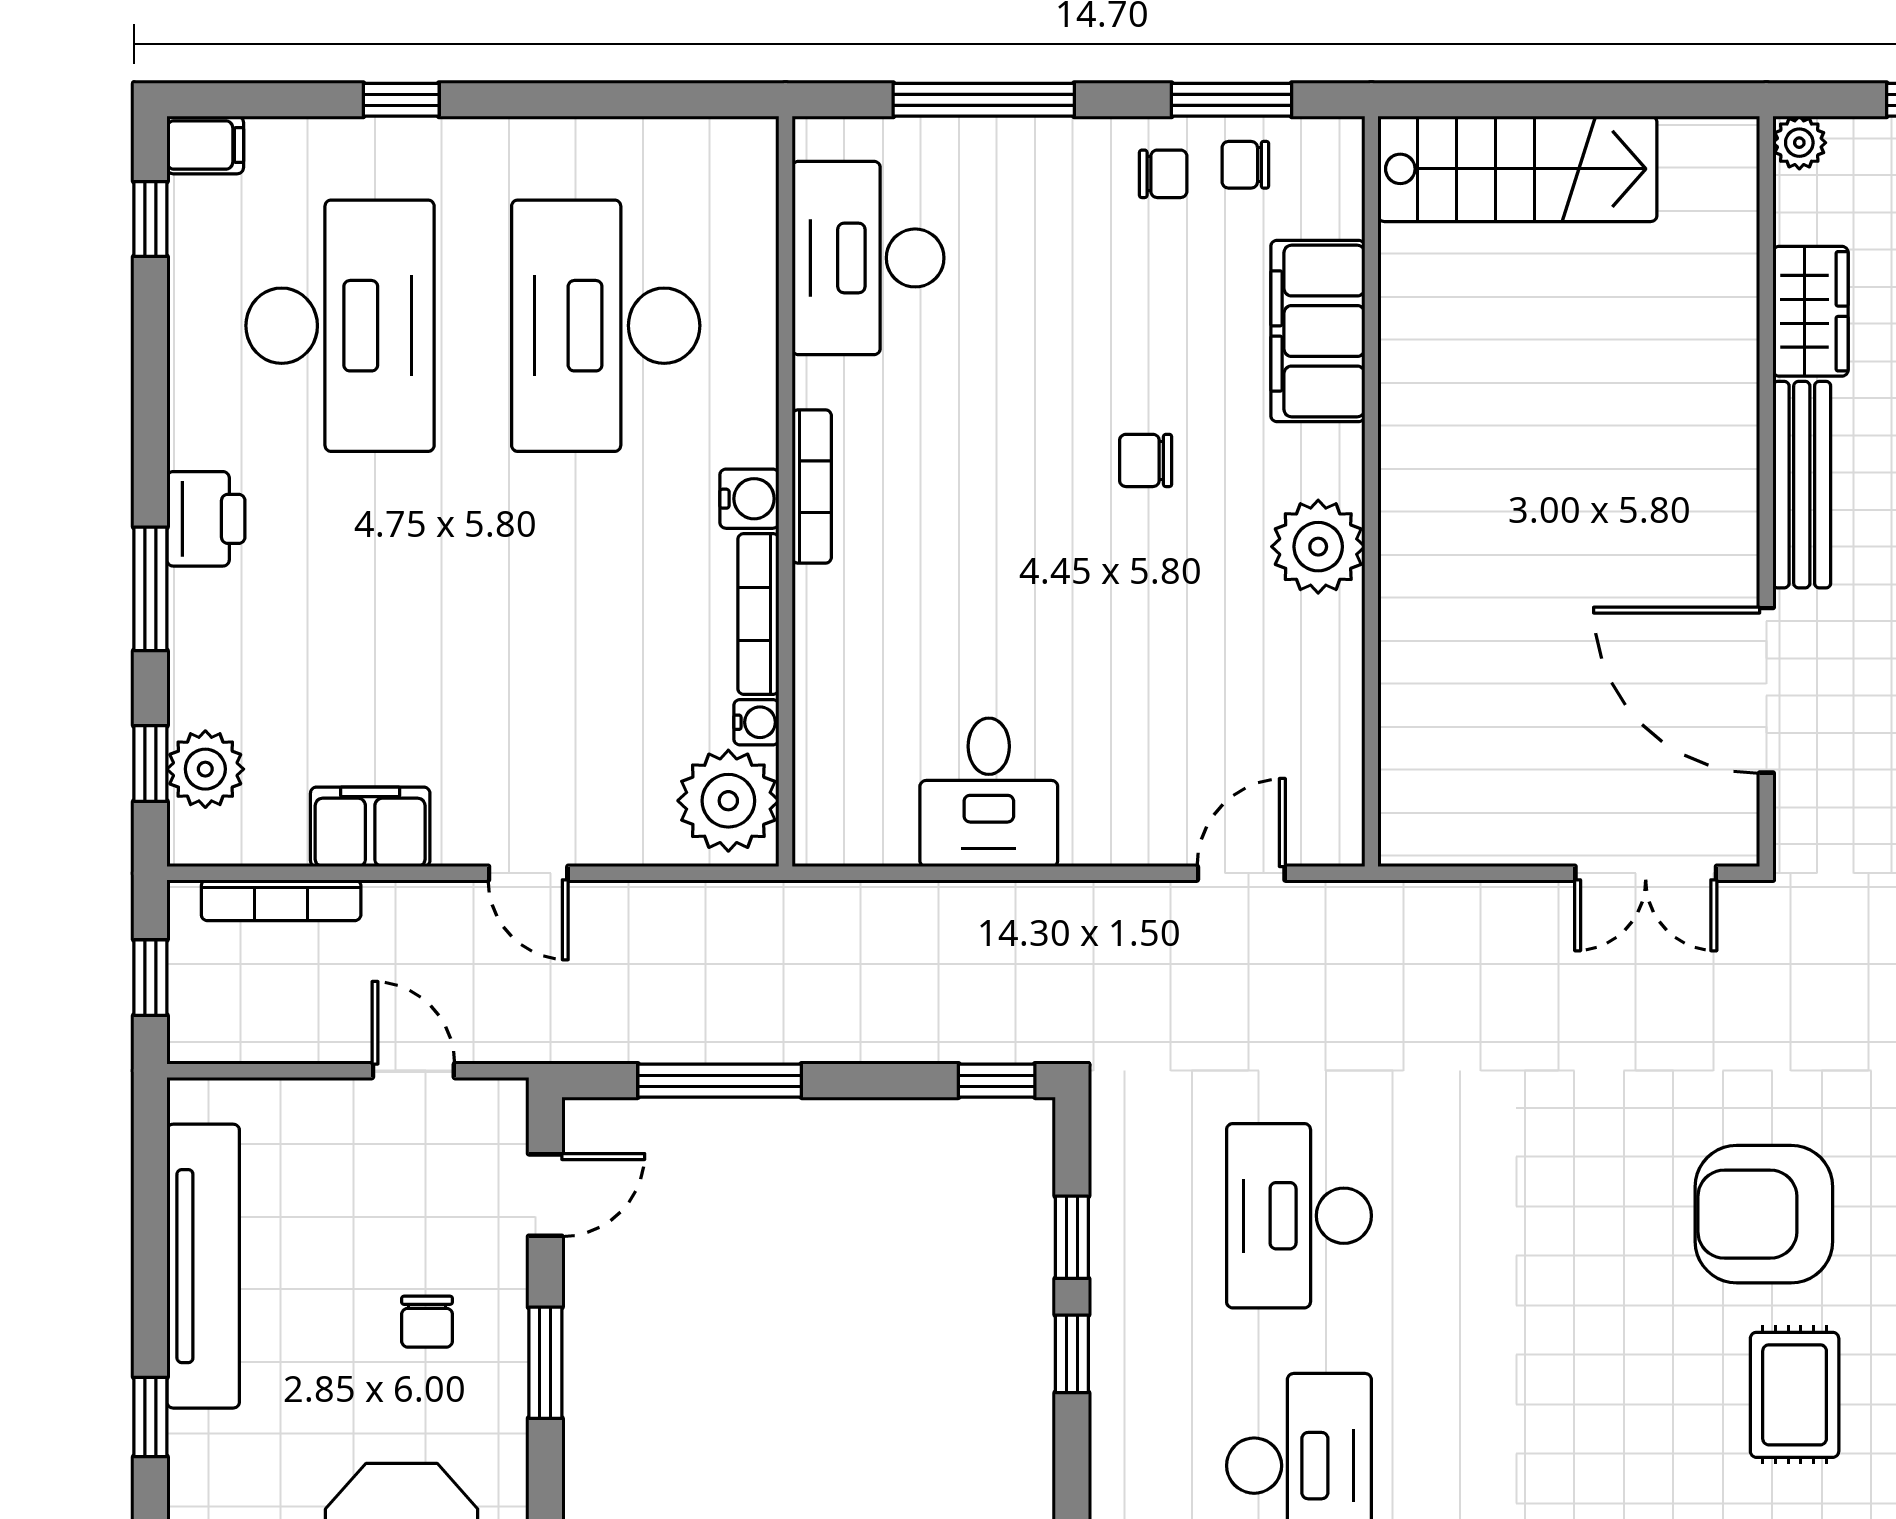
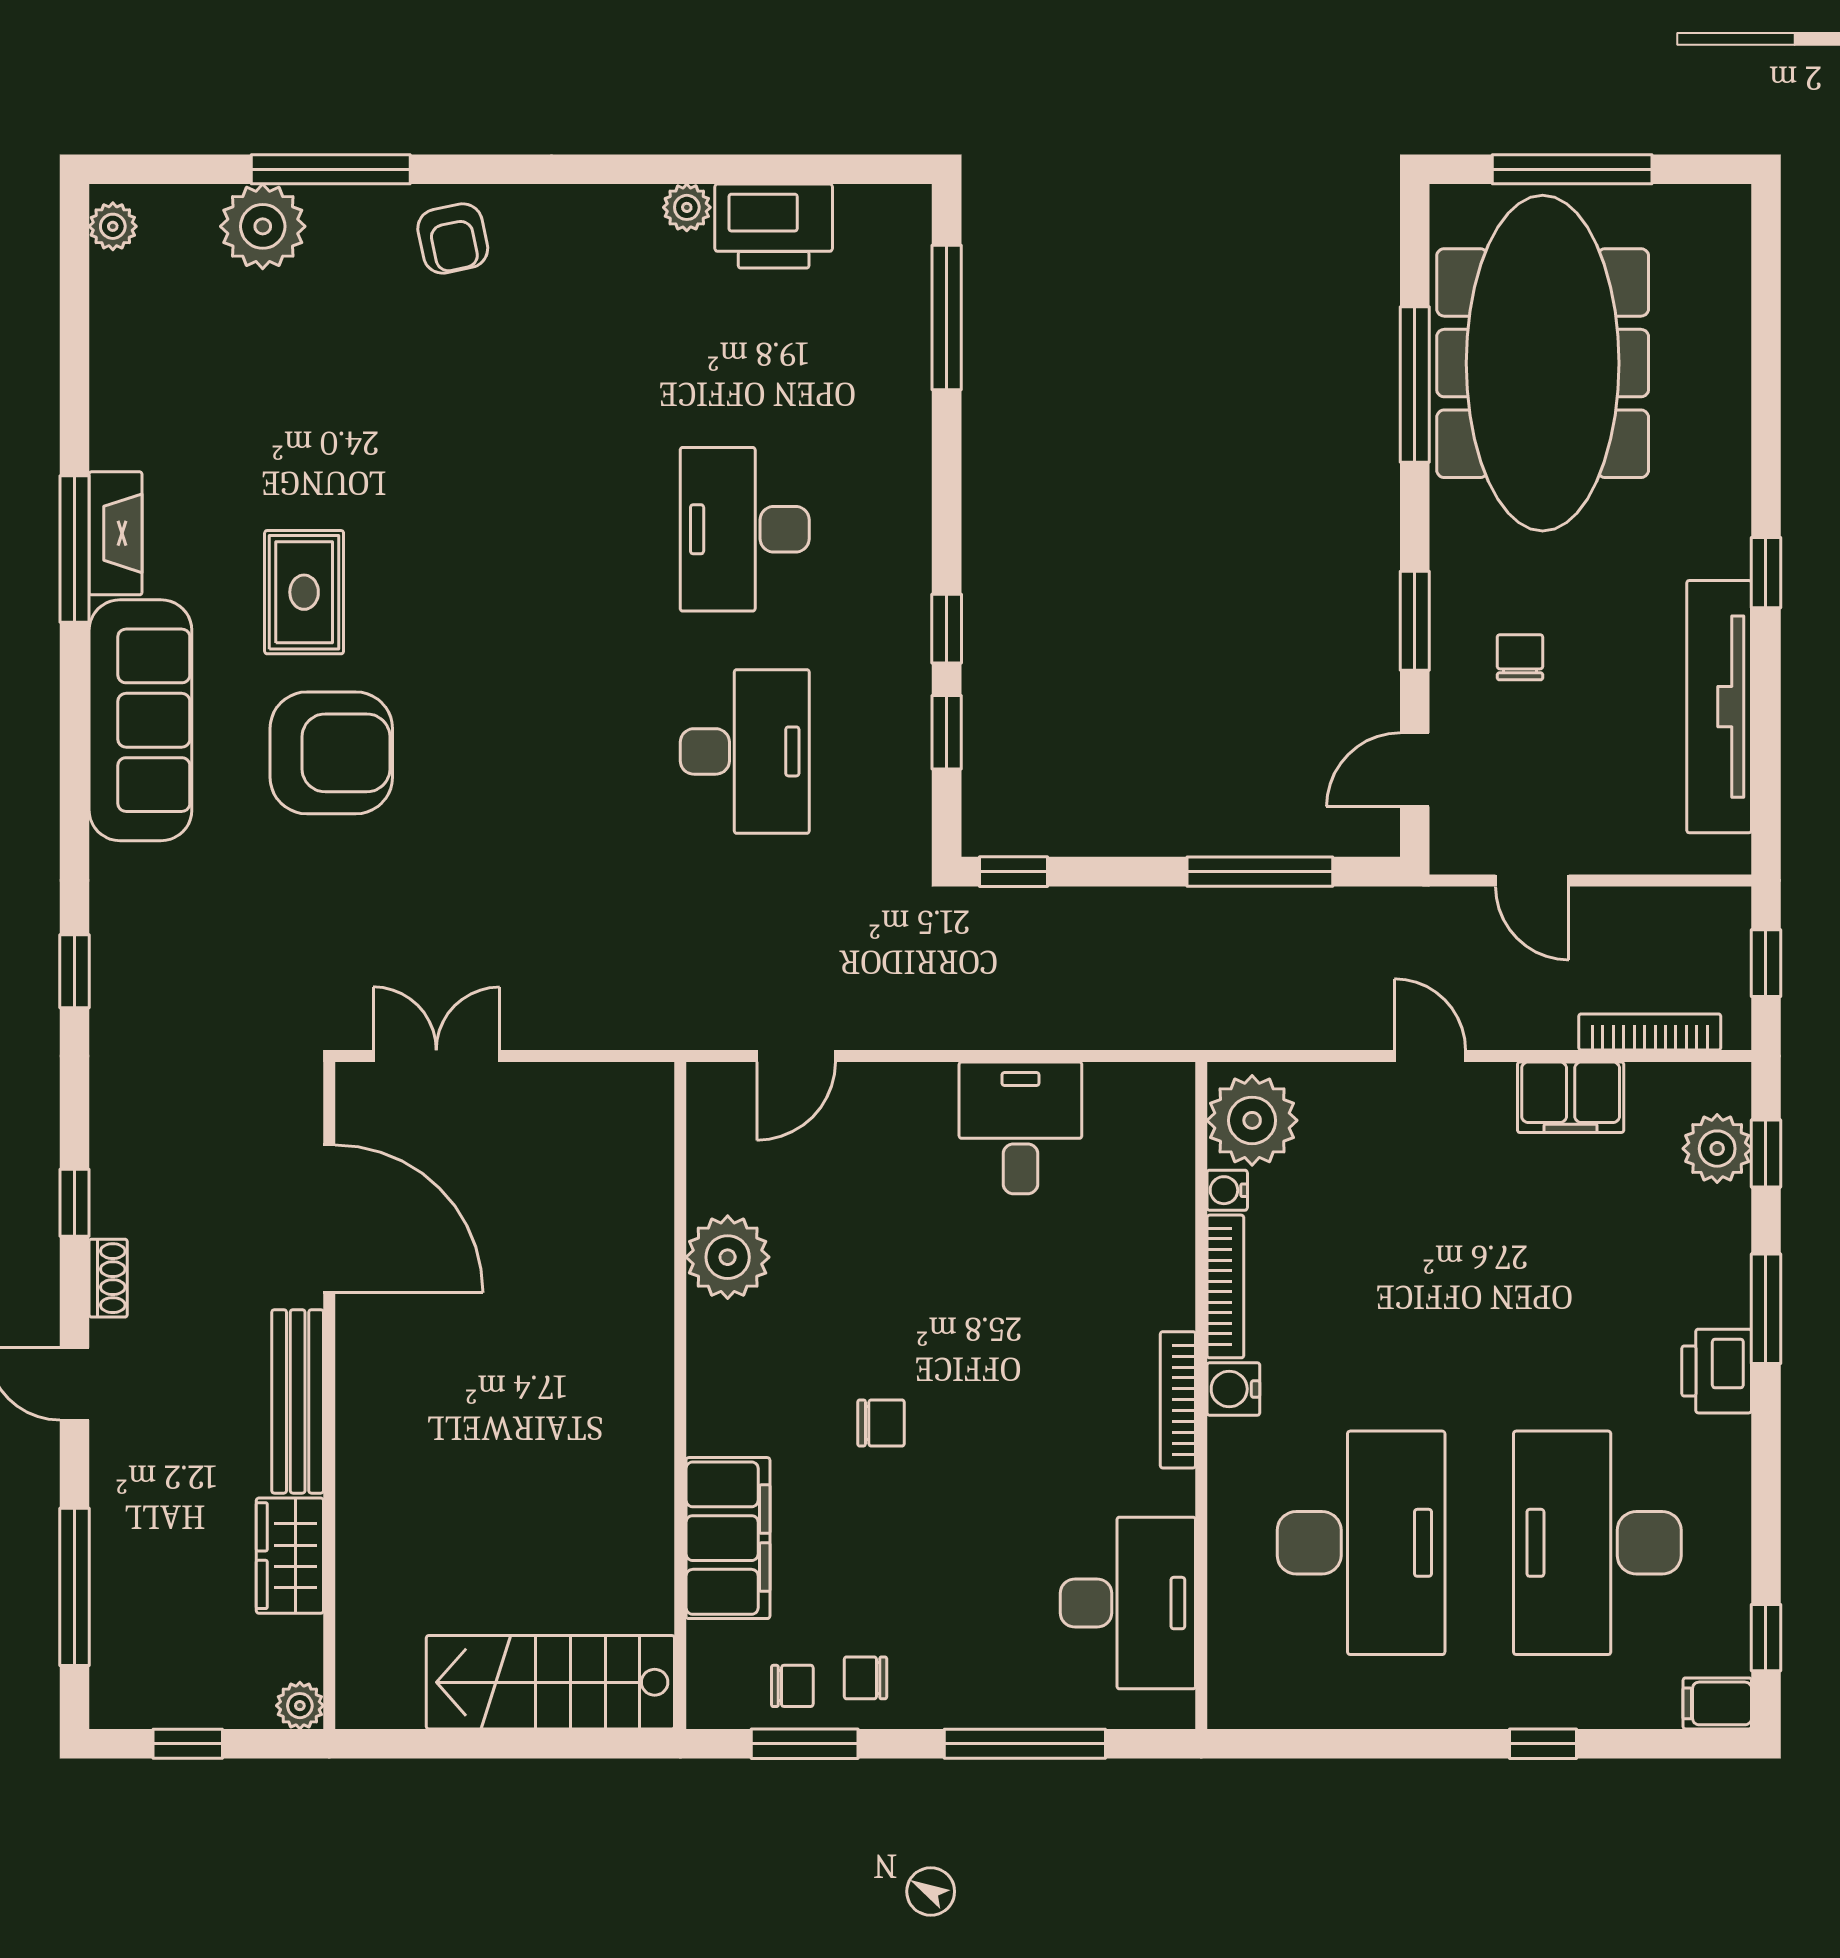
plant: (1318, 547) -> (728, 1257), moved

